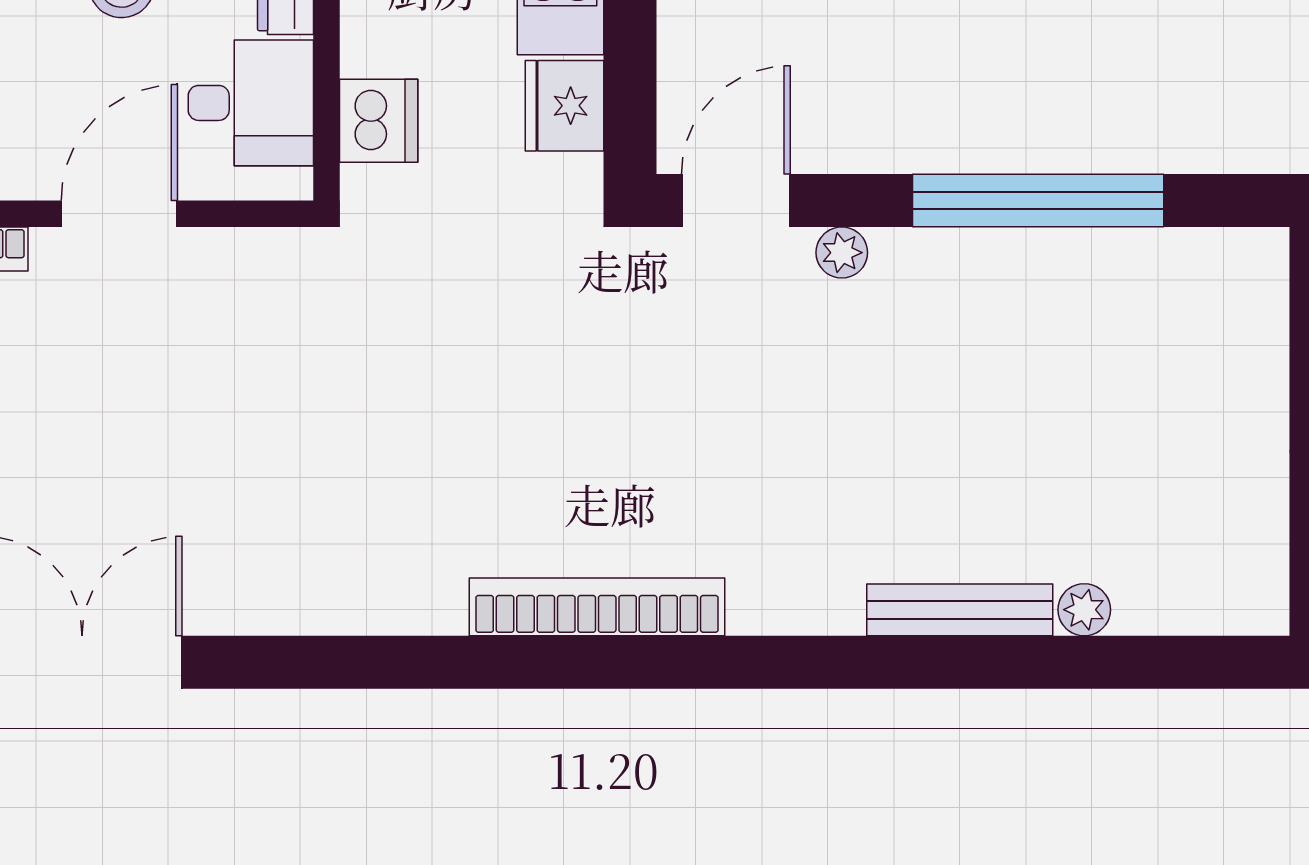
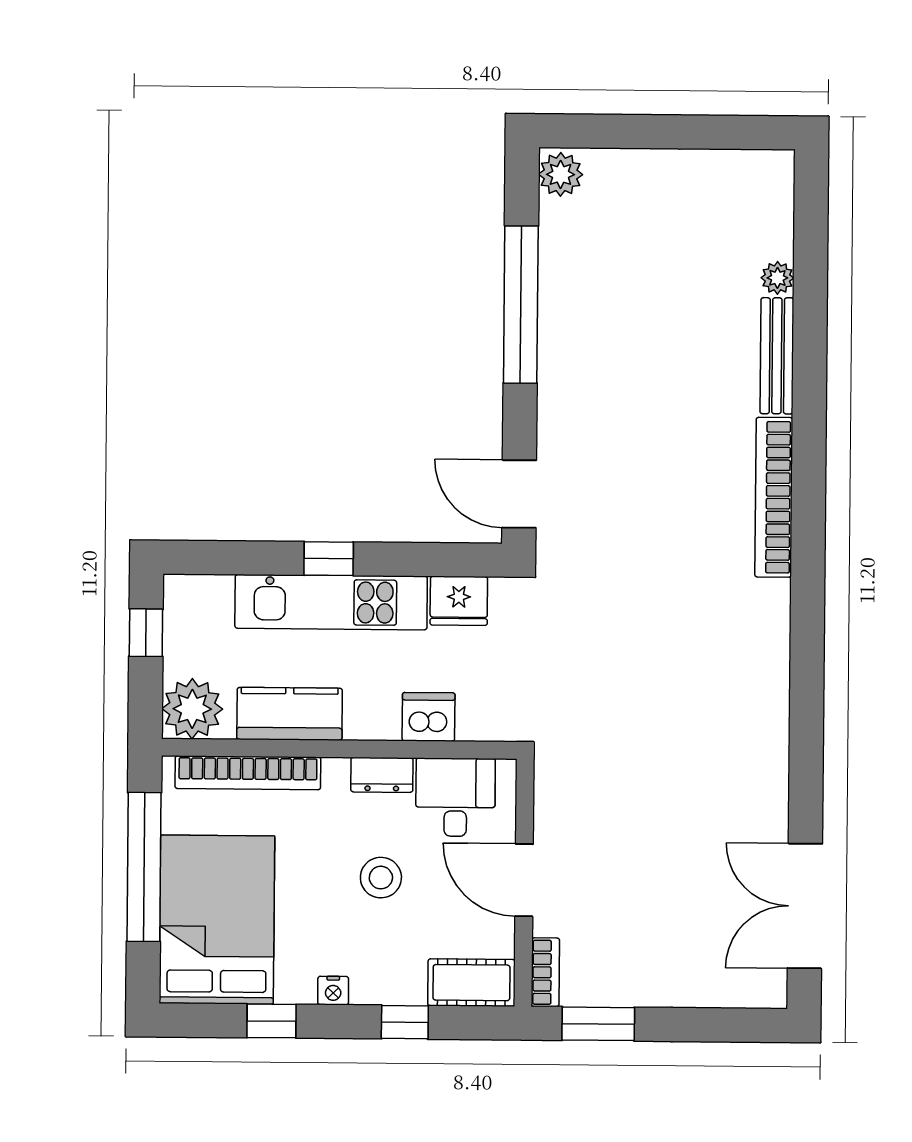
dishwasher: (379, 121) -> (429, 717), moved
plant: (842, 253) -> (561, 174), moved, width x1.38, depth x1.38
bookcase: (597, 607) -> (774, 497), moved

